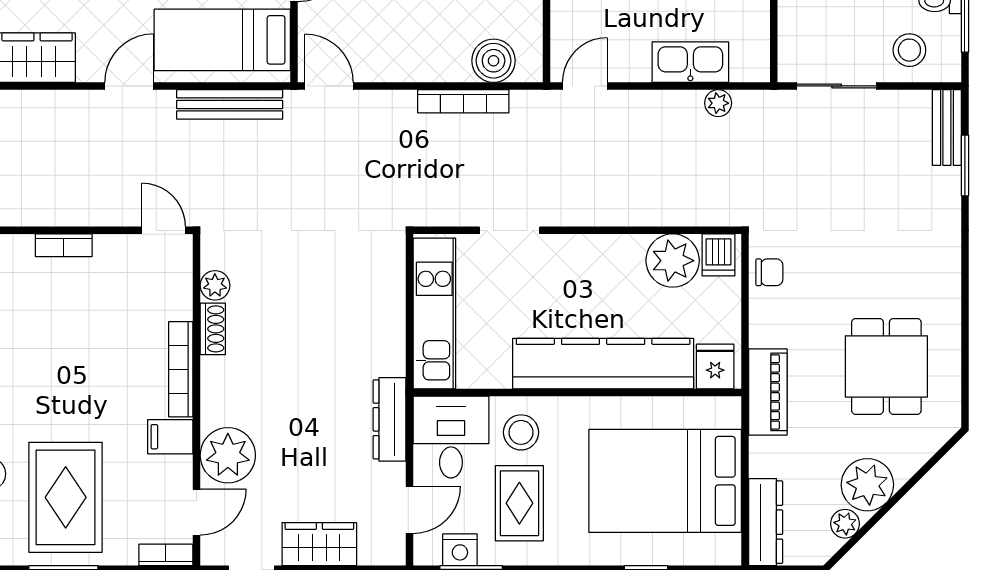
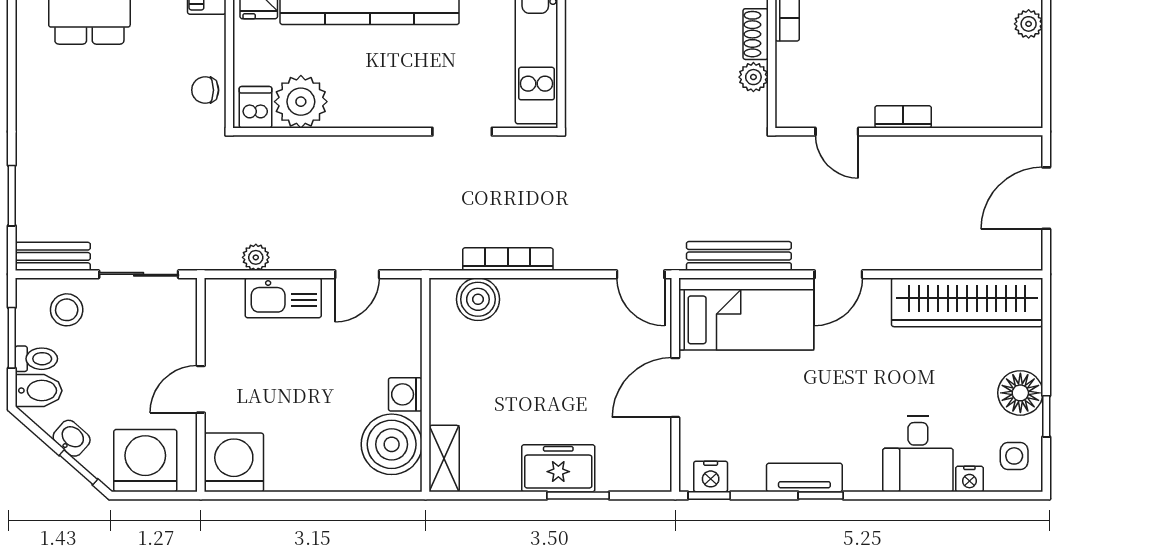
door: (585, 86) -> (357, 274), moved
bench: (947, 127) -> (53, 256), moved, turned 90
door: (164, 230) -> (837, 132), moved

